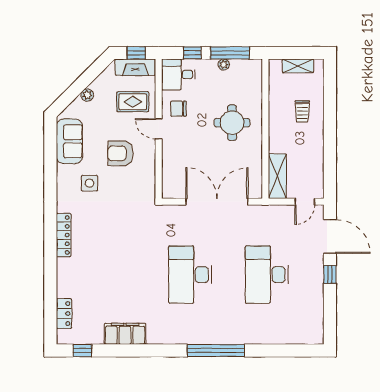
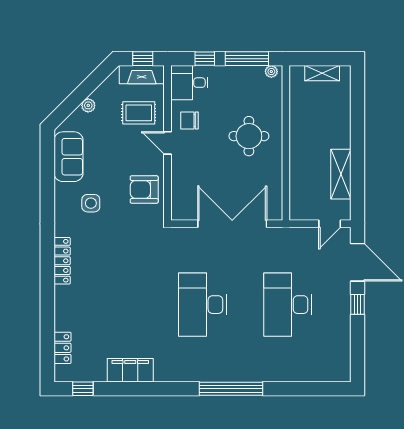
plant: (224, 64) -> (271, 72), moved
trolley: (302, 111) -> (327, 123), removed
armchair: (121, 153) -> (144, 190), moved
shelving: (277, 176) -> (341, 174), moved

